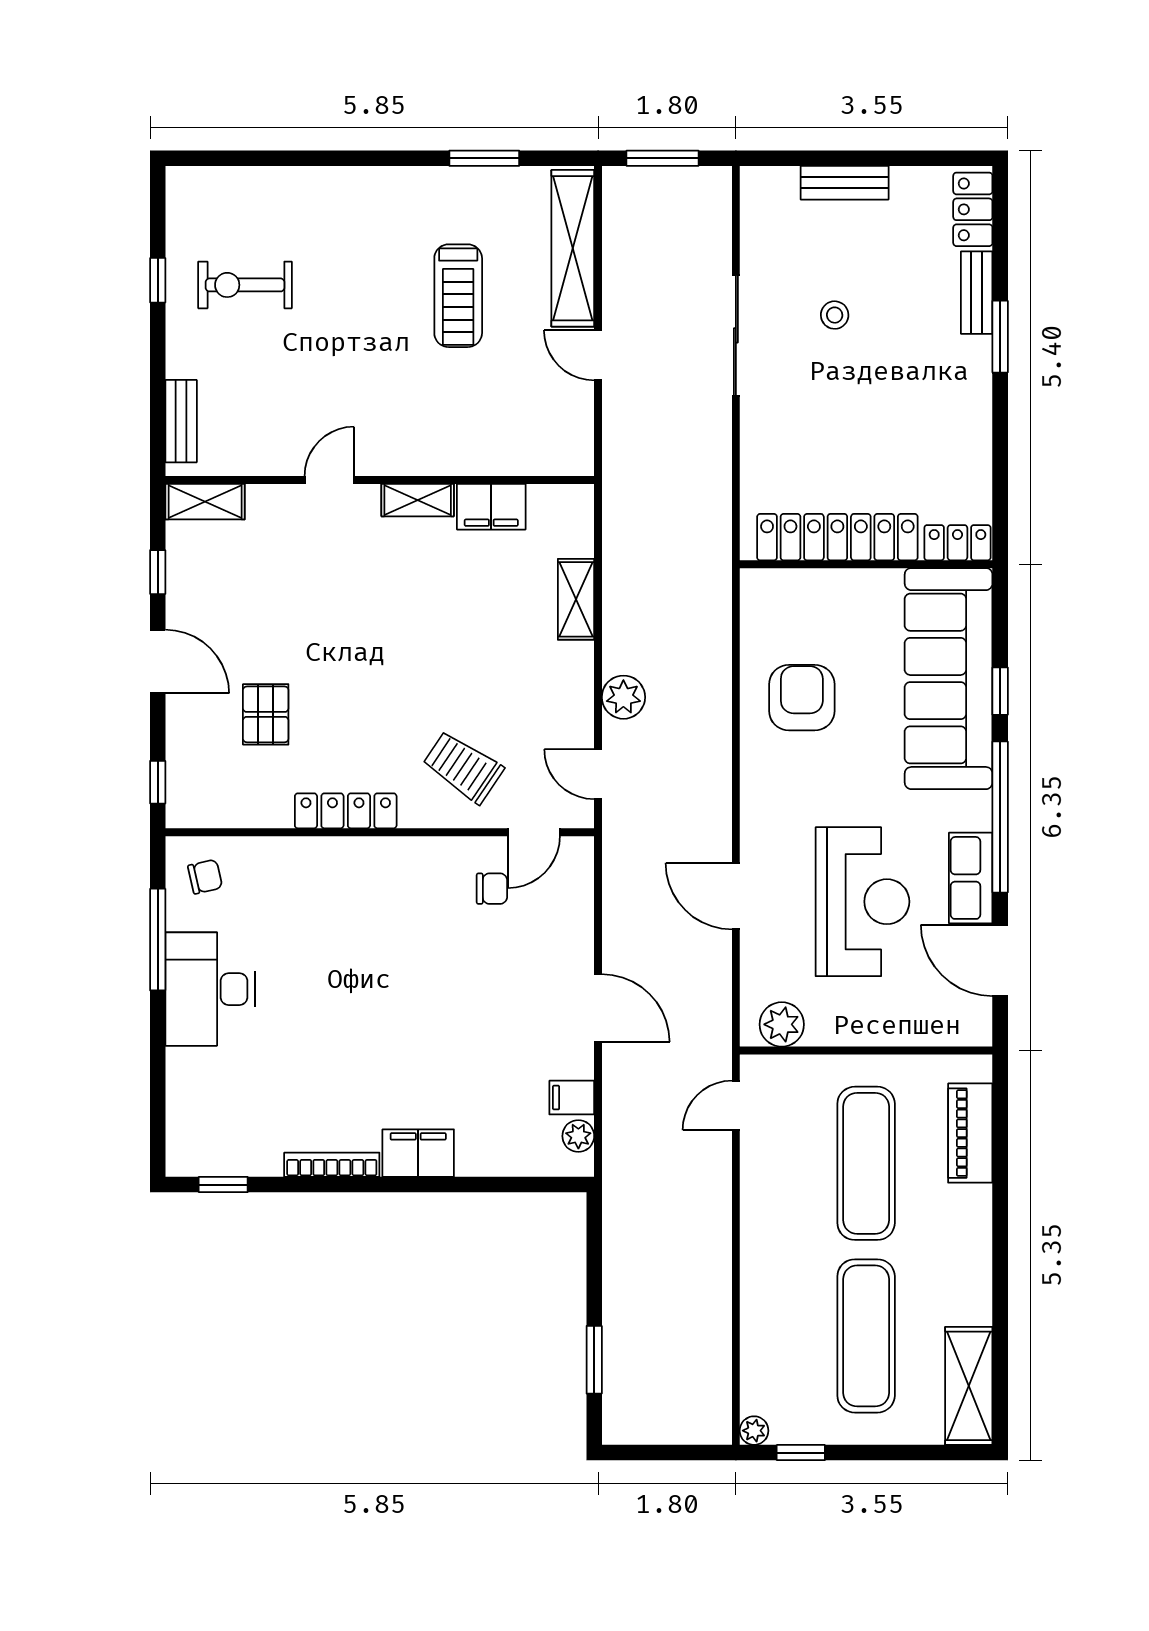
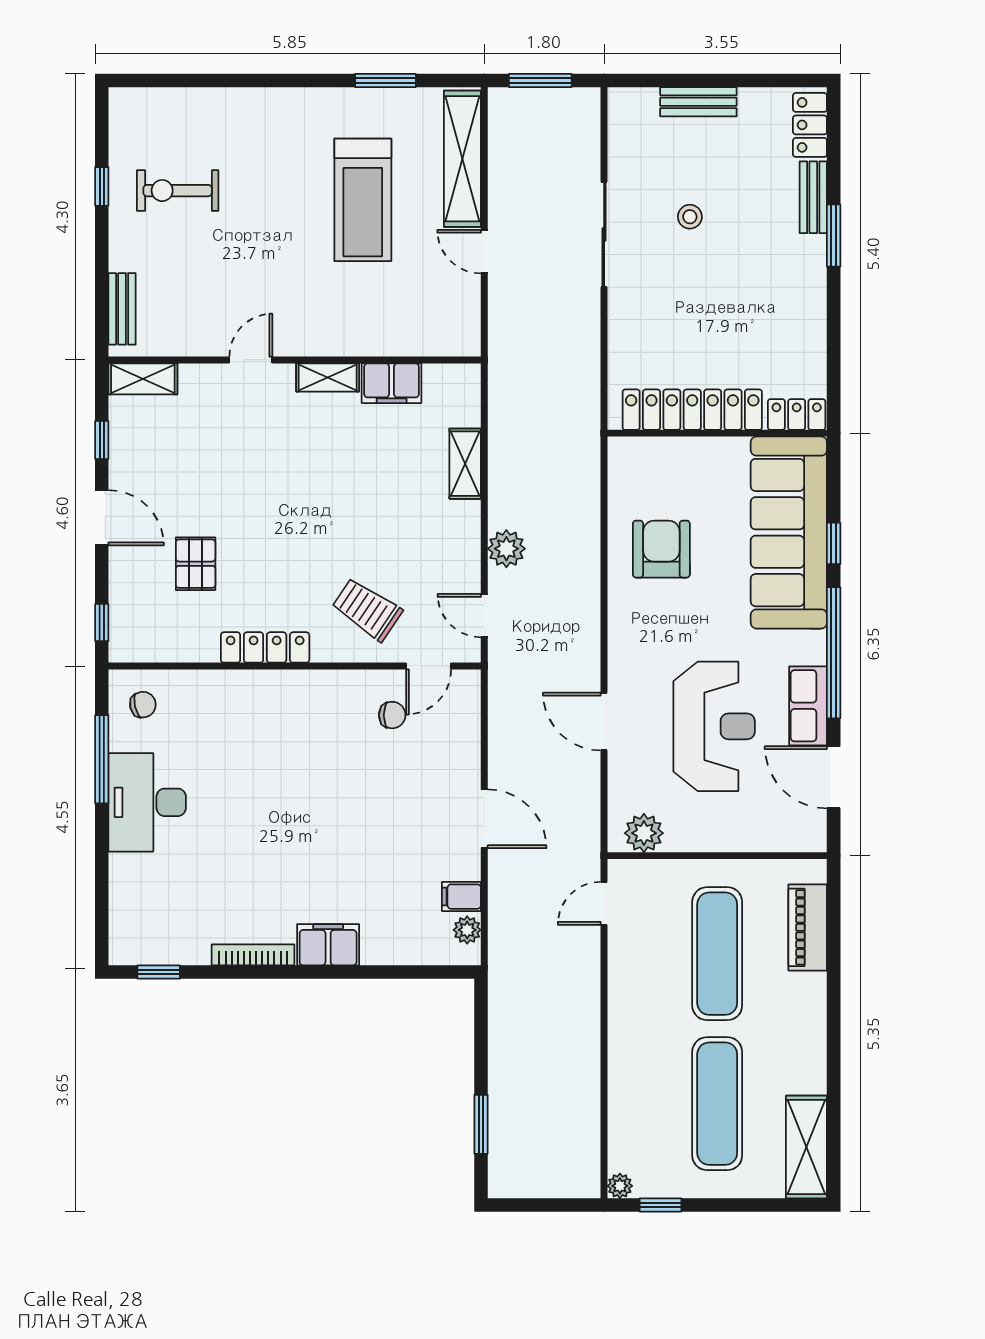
treadmill: (458, 296) -> (363, 200), width x1.37, depth x1.38

